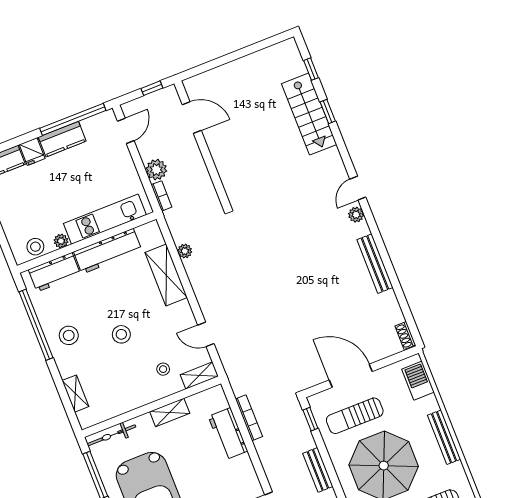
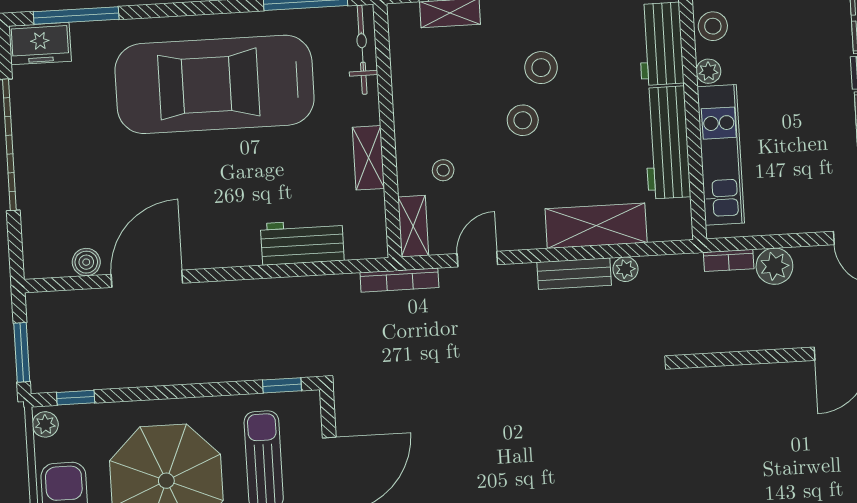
stool: (69, 335) -> (541, 68), moved
bookcase: (249, 418) -> (399, 280), moved
bench: (318, 470) -> (574, 274), moved

